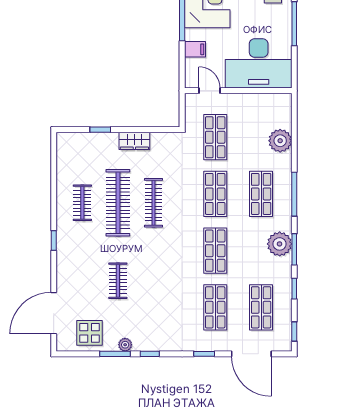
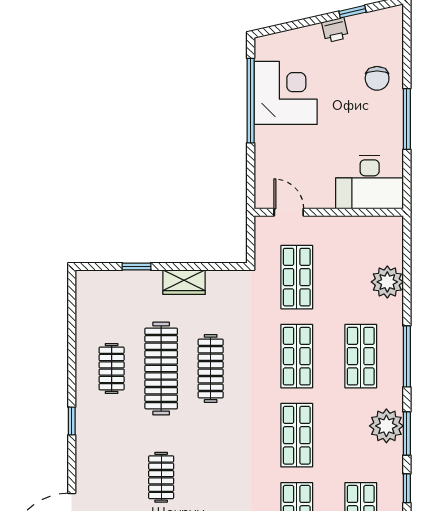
filing cabinet: (195, 49) -> (269, 154), removed
desk: (259, 63) -> (370, 182), width x0.73, depth x0.77

